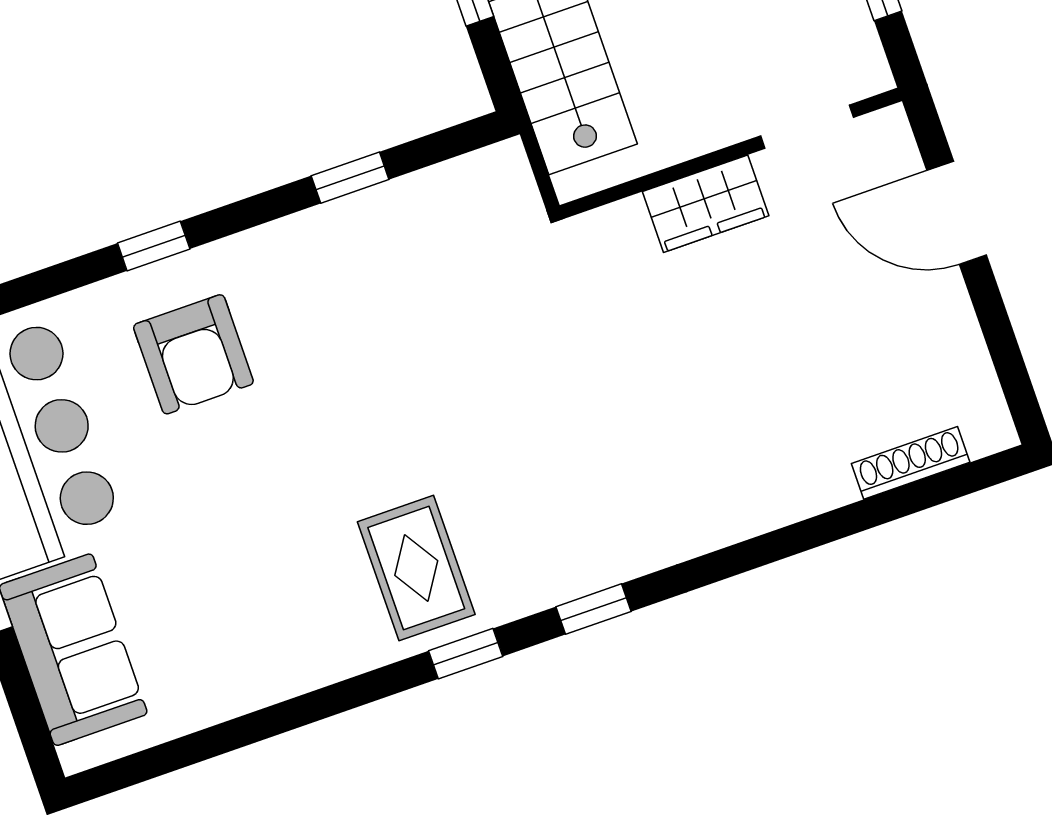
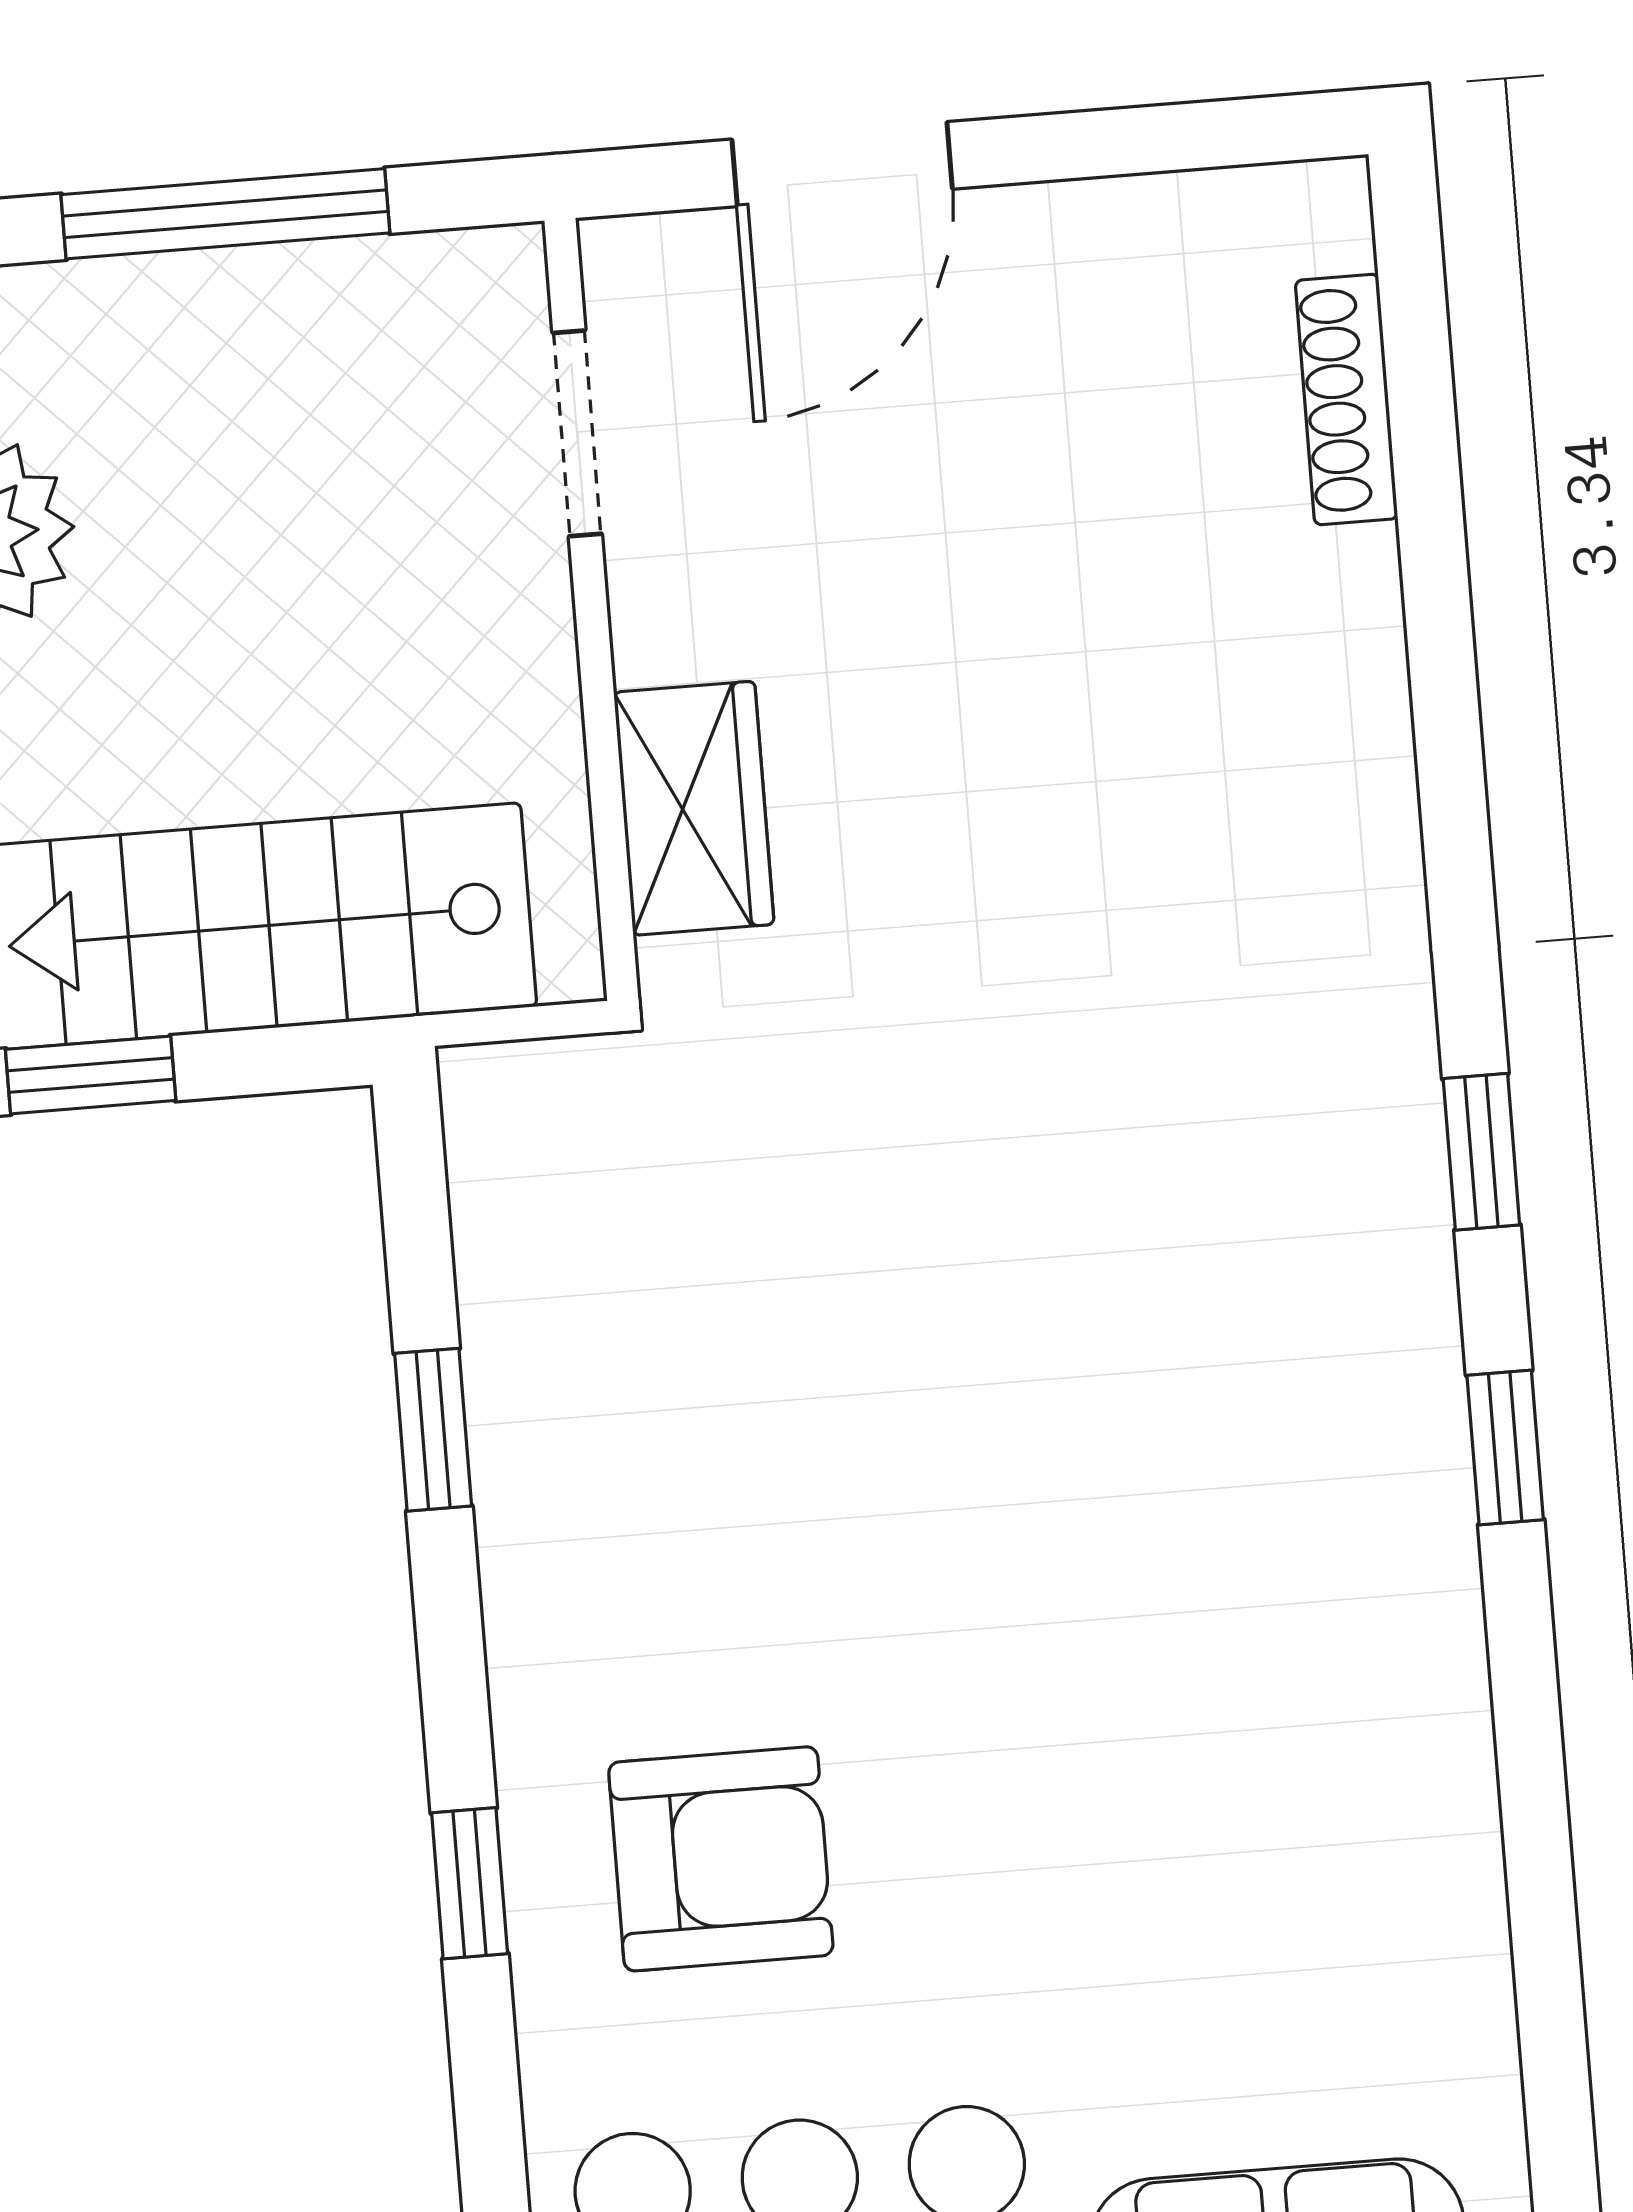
wardrobe: (706, 204) -> (694, 808), moved
rug: (416, 568) -> (1297, 1505), removed

